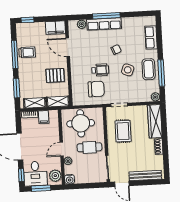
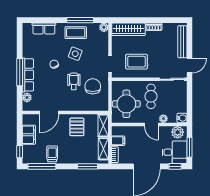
filing cabinet: (55, 28) -> (29, 135), moved
window: (15, 54) -> (42, 166), moved

